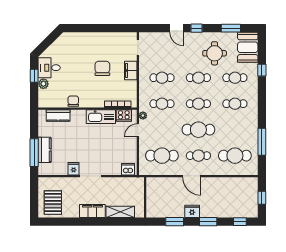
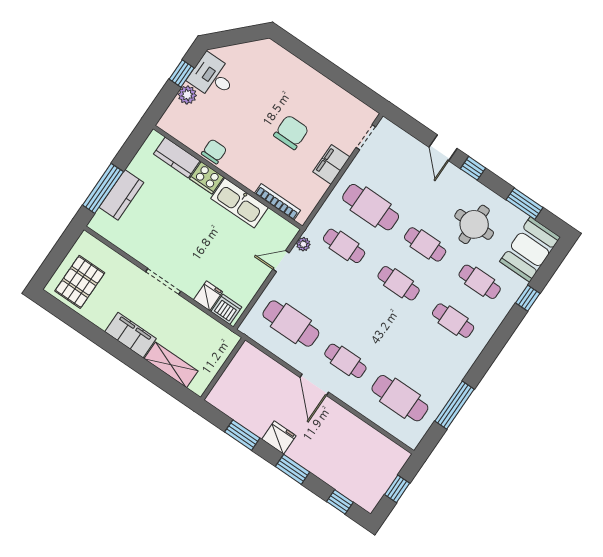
cafe table: (162, 78) -> (371, 207), width x1.37, depth x1.35
cooker: (124, 116) -> (207, 178), moved
cafe table: (198, 130) -> (372, 322), removed
fridge: (74, 169) -> (208, 296), moved

